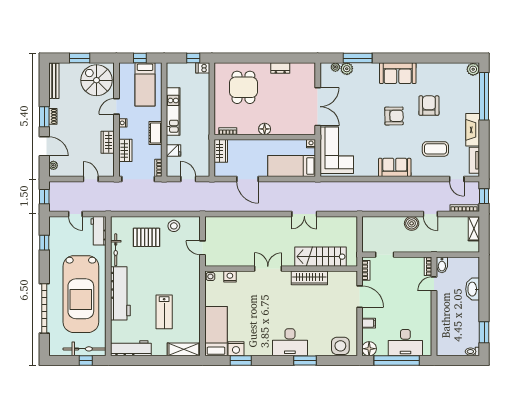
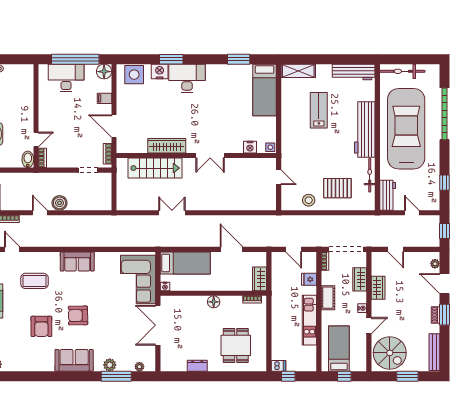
plant: (347, 69) -> (110, 365), moved
nightstand: (236, 349) -> (160, 71), moved
window: (86, 361) -> (401, 59), removed

